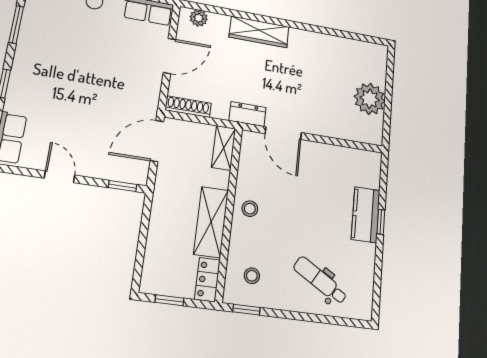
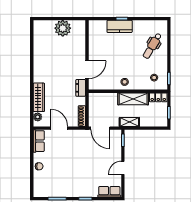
wardrobe: (259, 32) -> (39, 97), moved
shelving: (224, 148) -> (129, 122), moved

